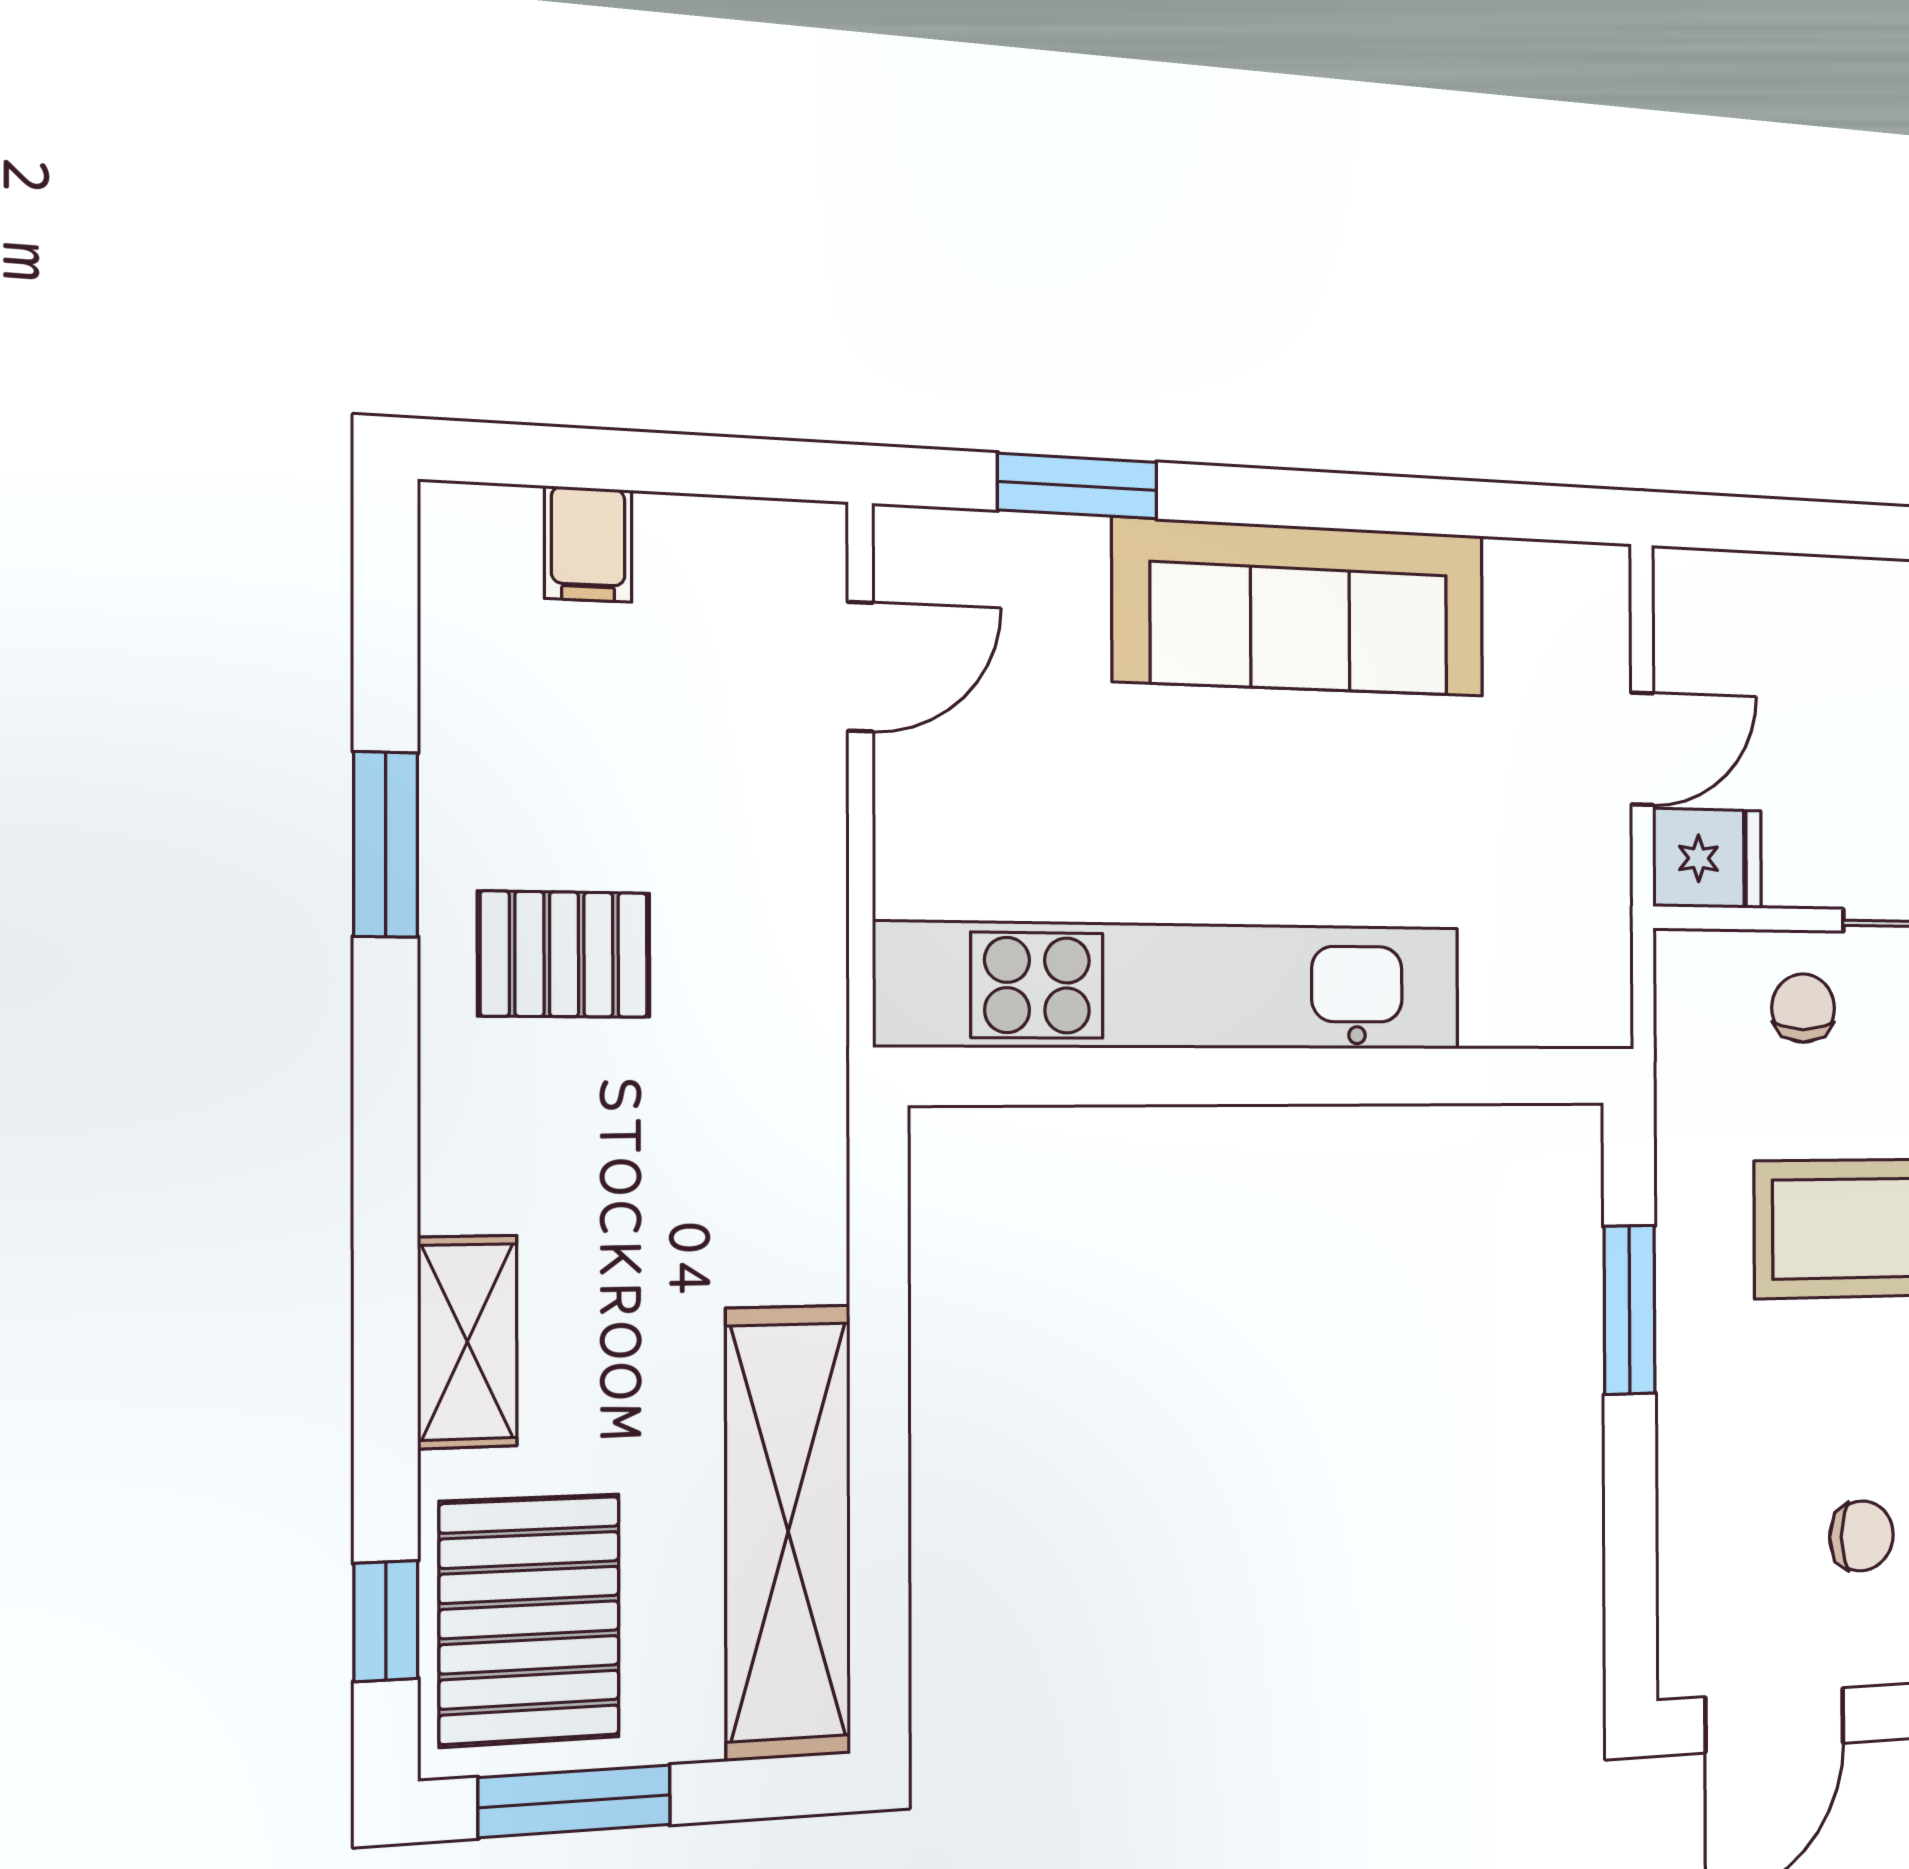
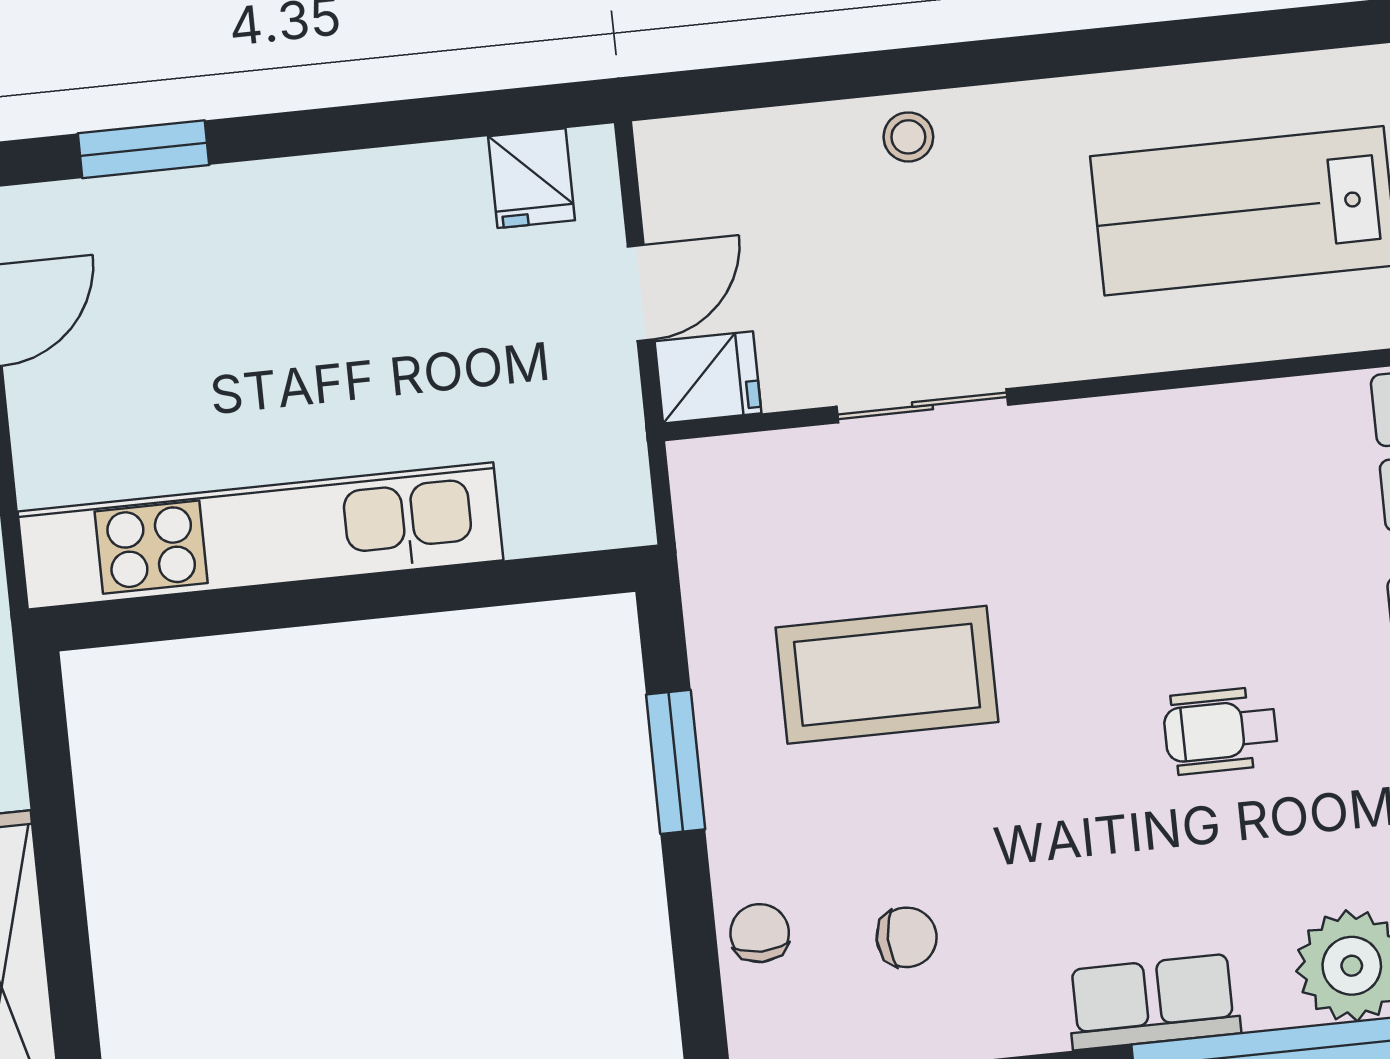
fridge: (1533, 594) -> (532, 178), added
sofa: (1300, 608) -> (334, 218), removed
chair: (1803, 1008) -> (760, 933), moved

